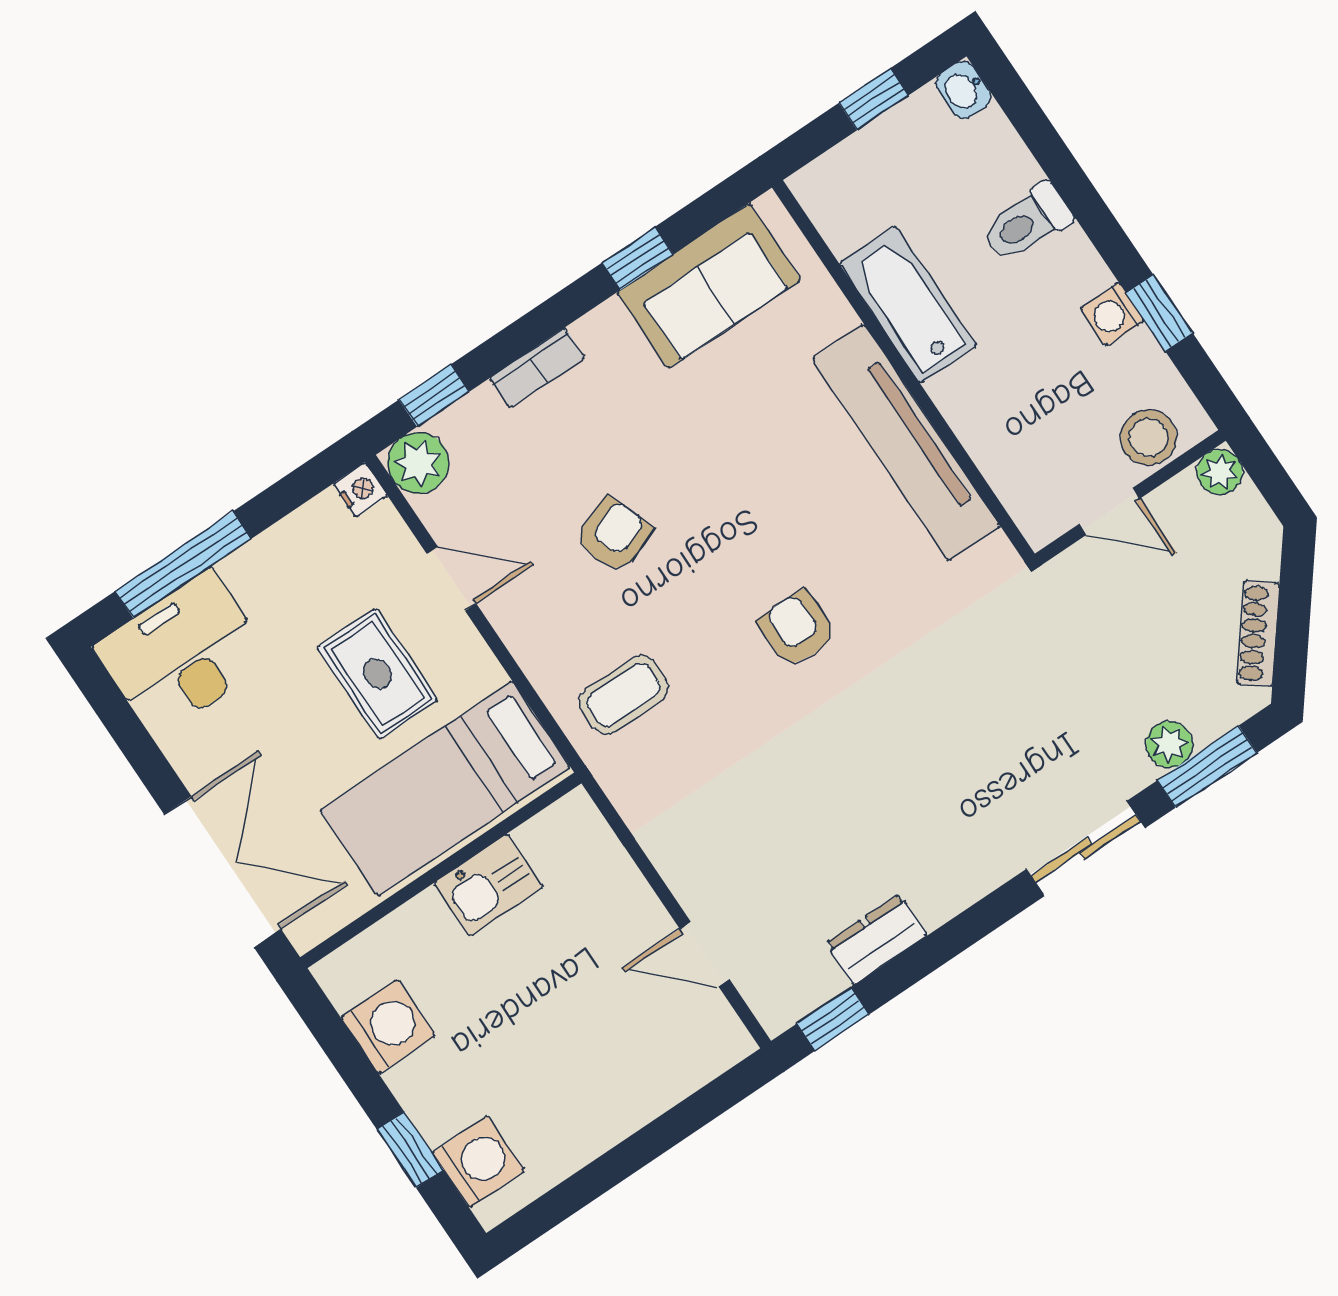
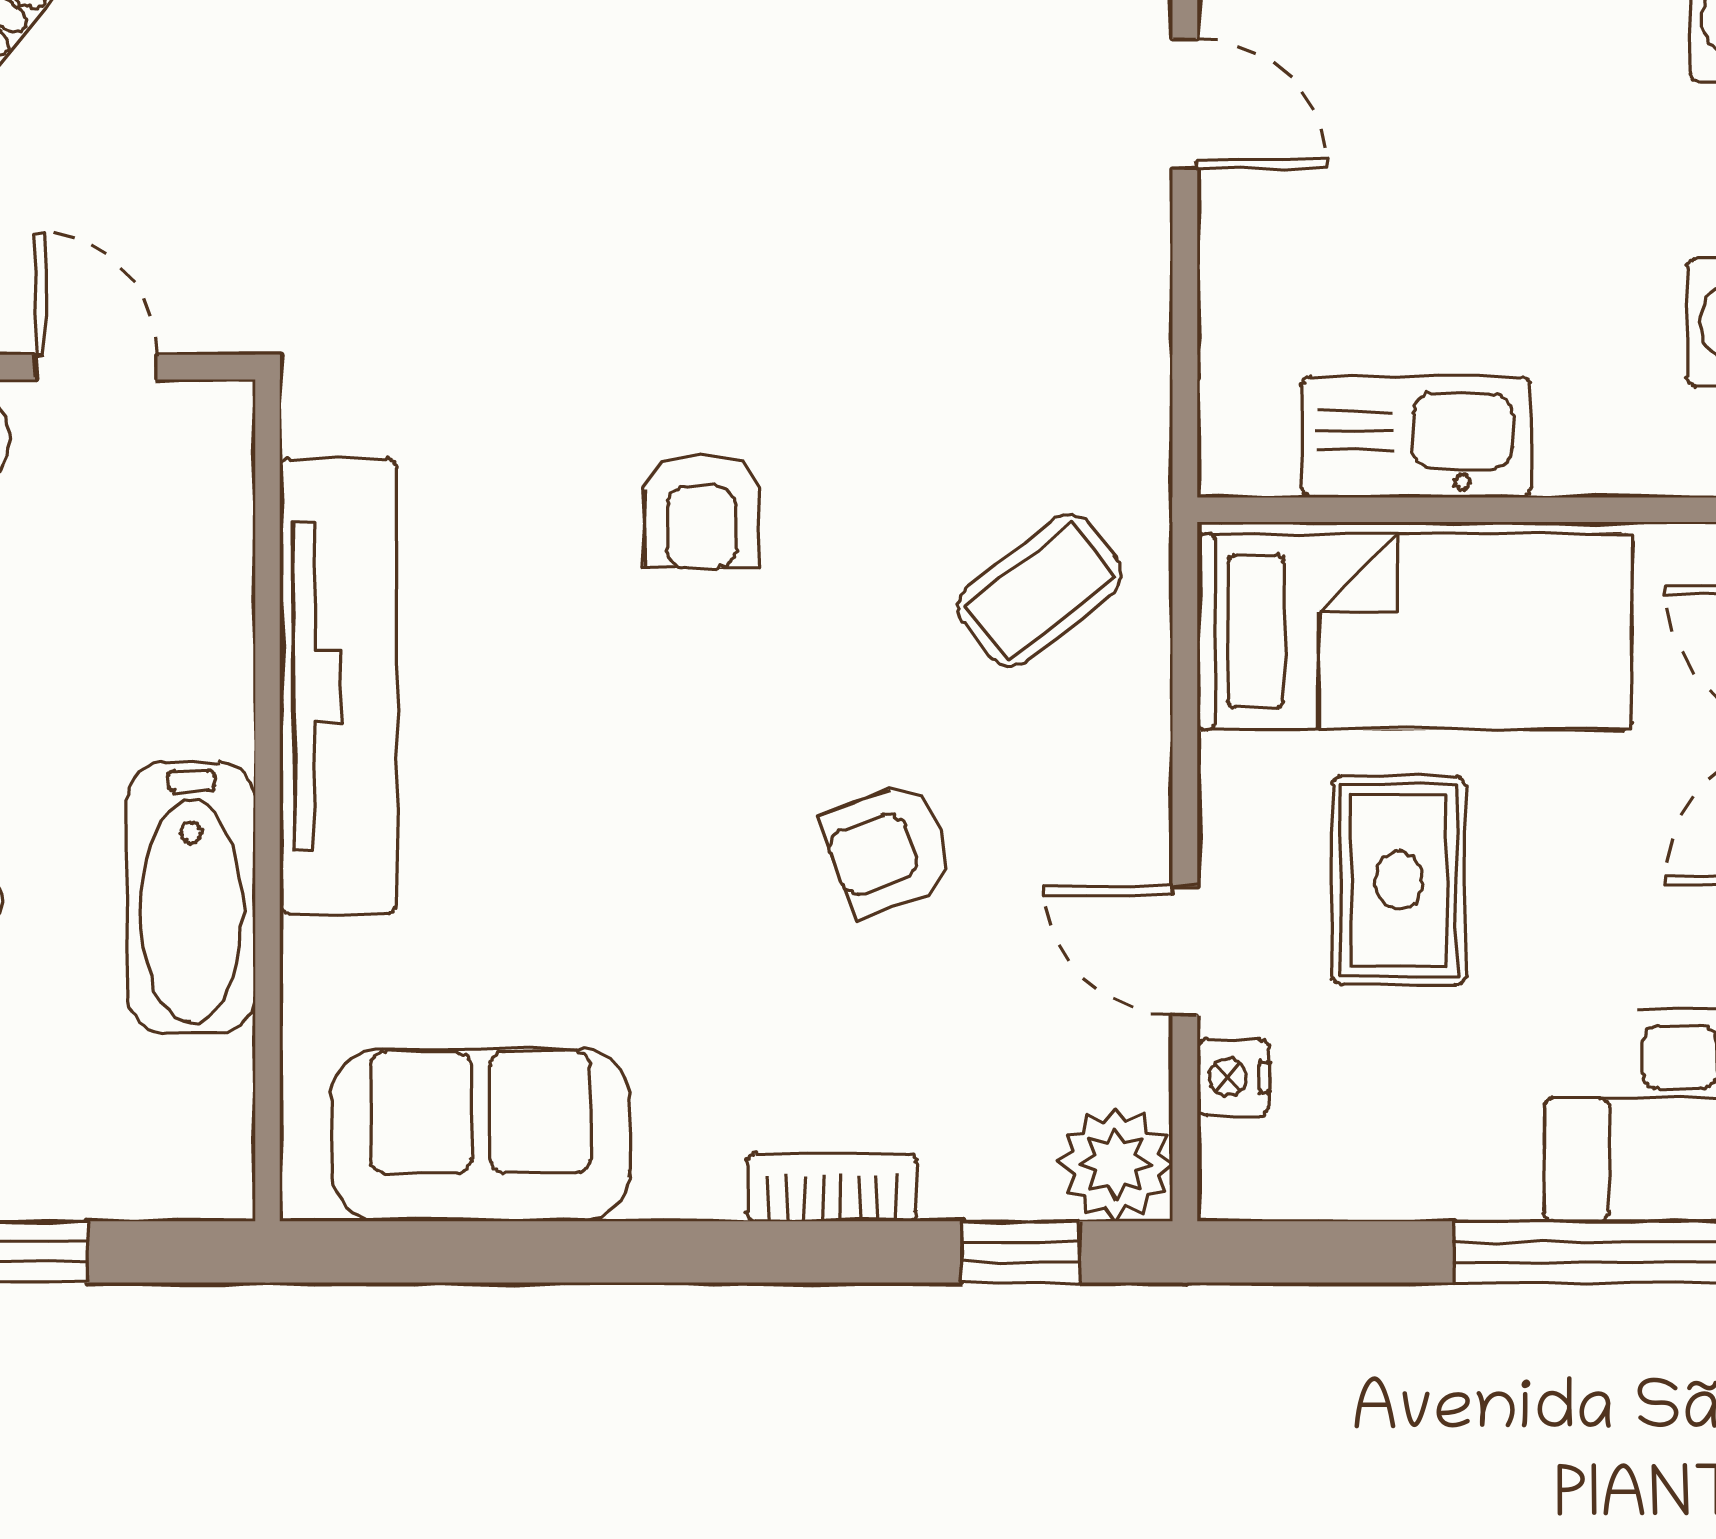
window: (638, 258) -> (562, 1252), removed
nightstand: (360, 490) -> (1233, 1077), moved
coffee table: (624, 695) -> (1040, 591), turned -38
kitchen sink: (489, 885) -> (1416, 437), width x1.38

